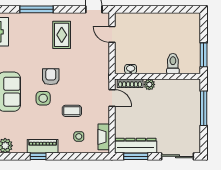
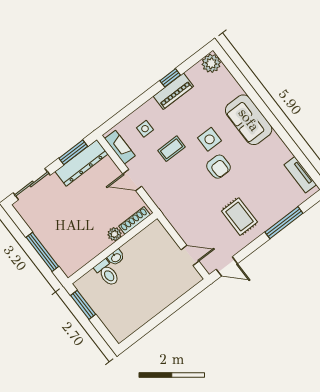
washbasin: (131, 69) -> (116, 257), moved
door: (112, 98) -> (132, 180), moved

